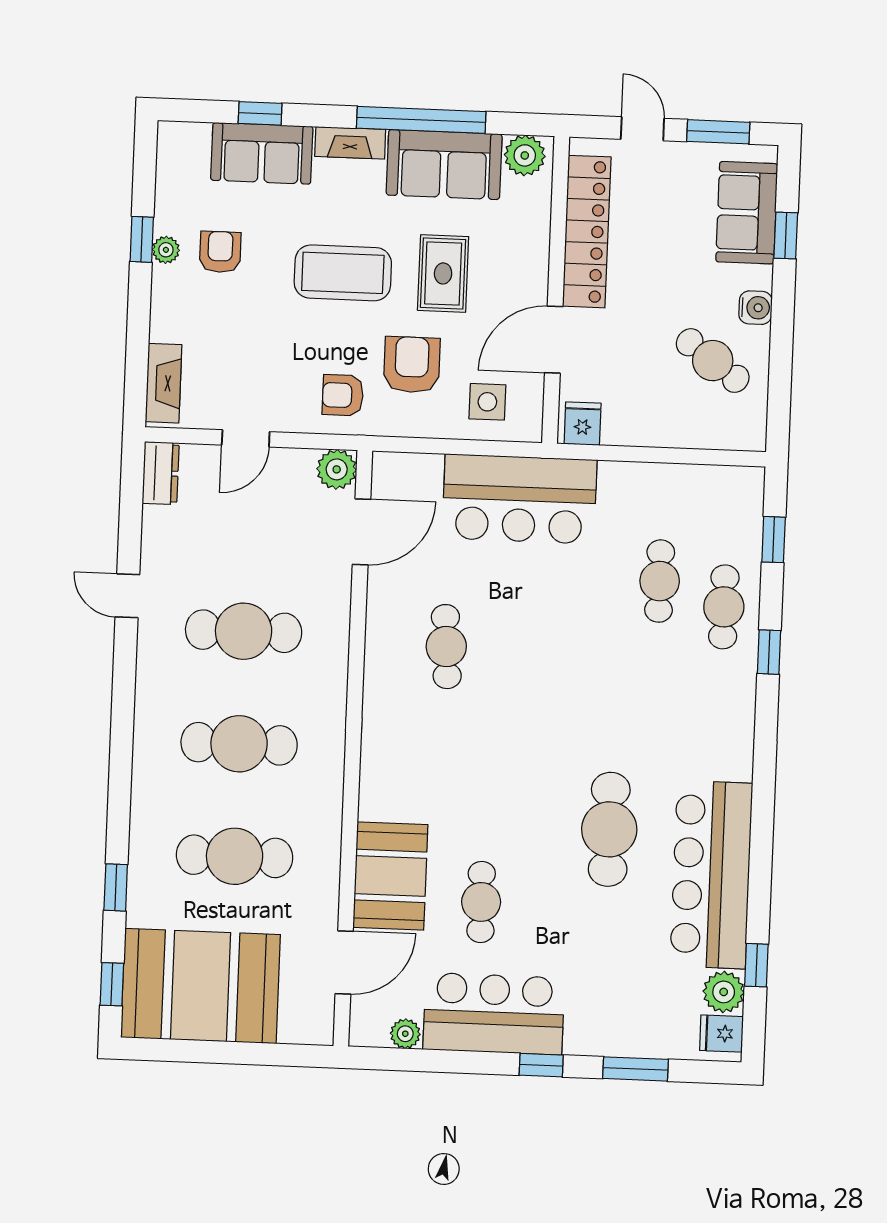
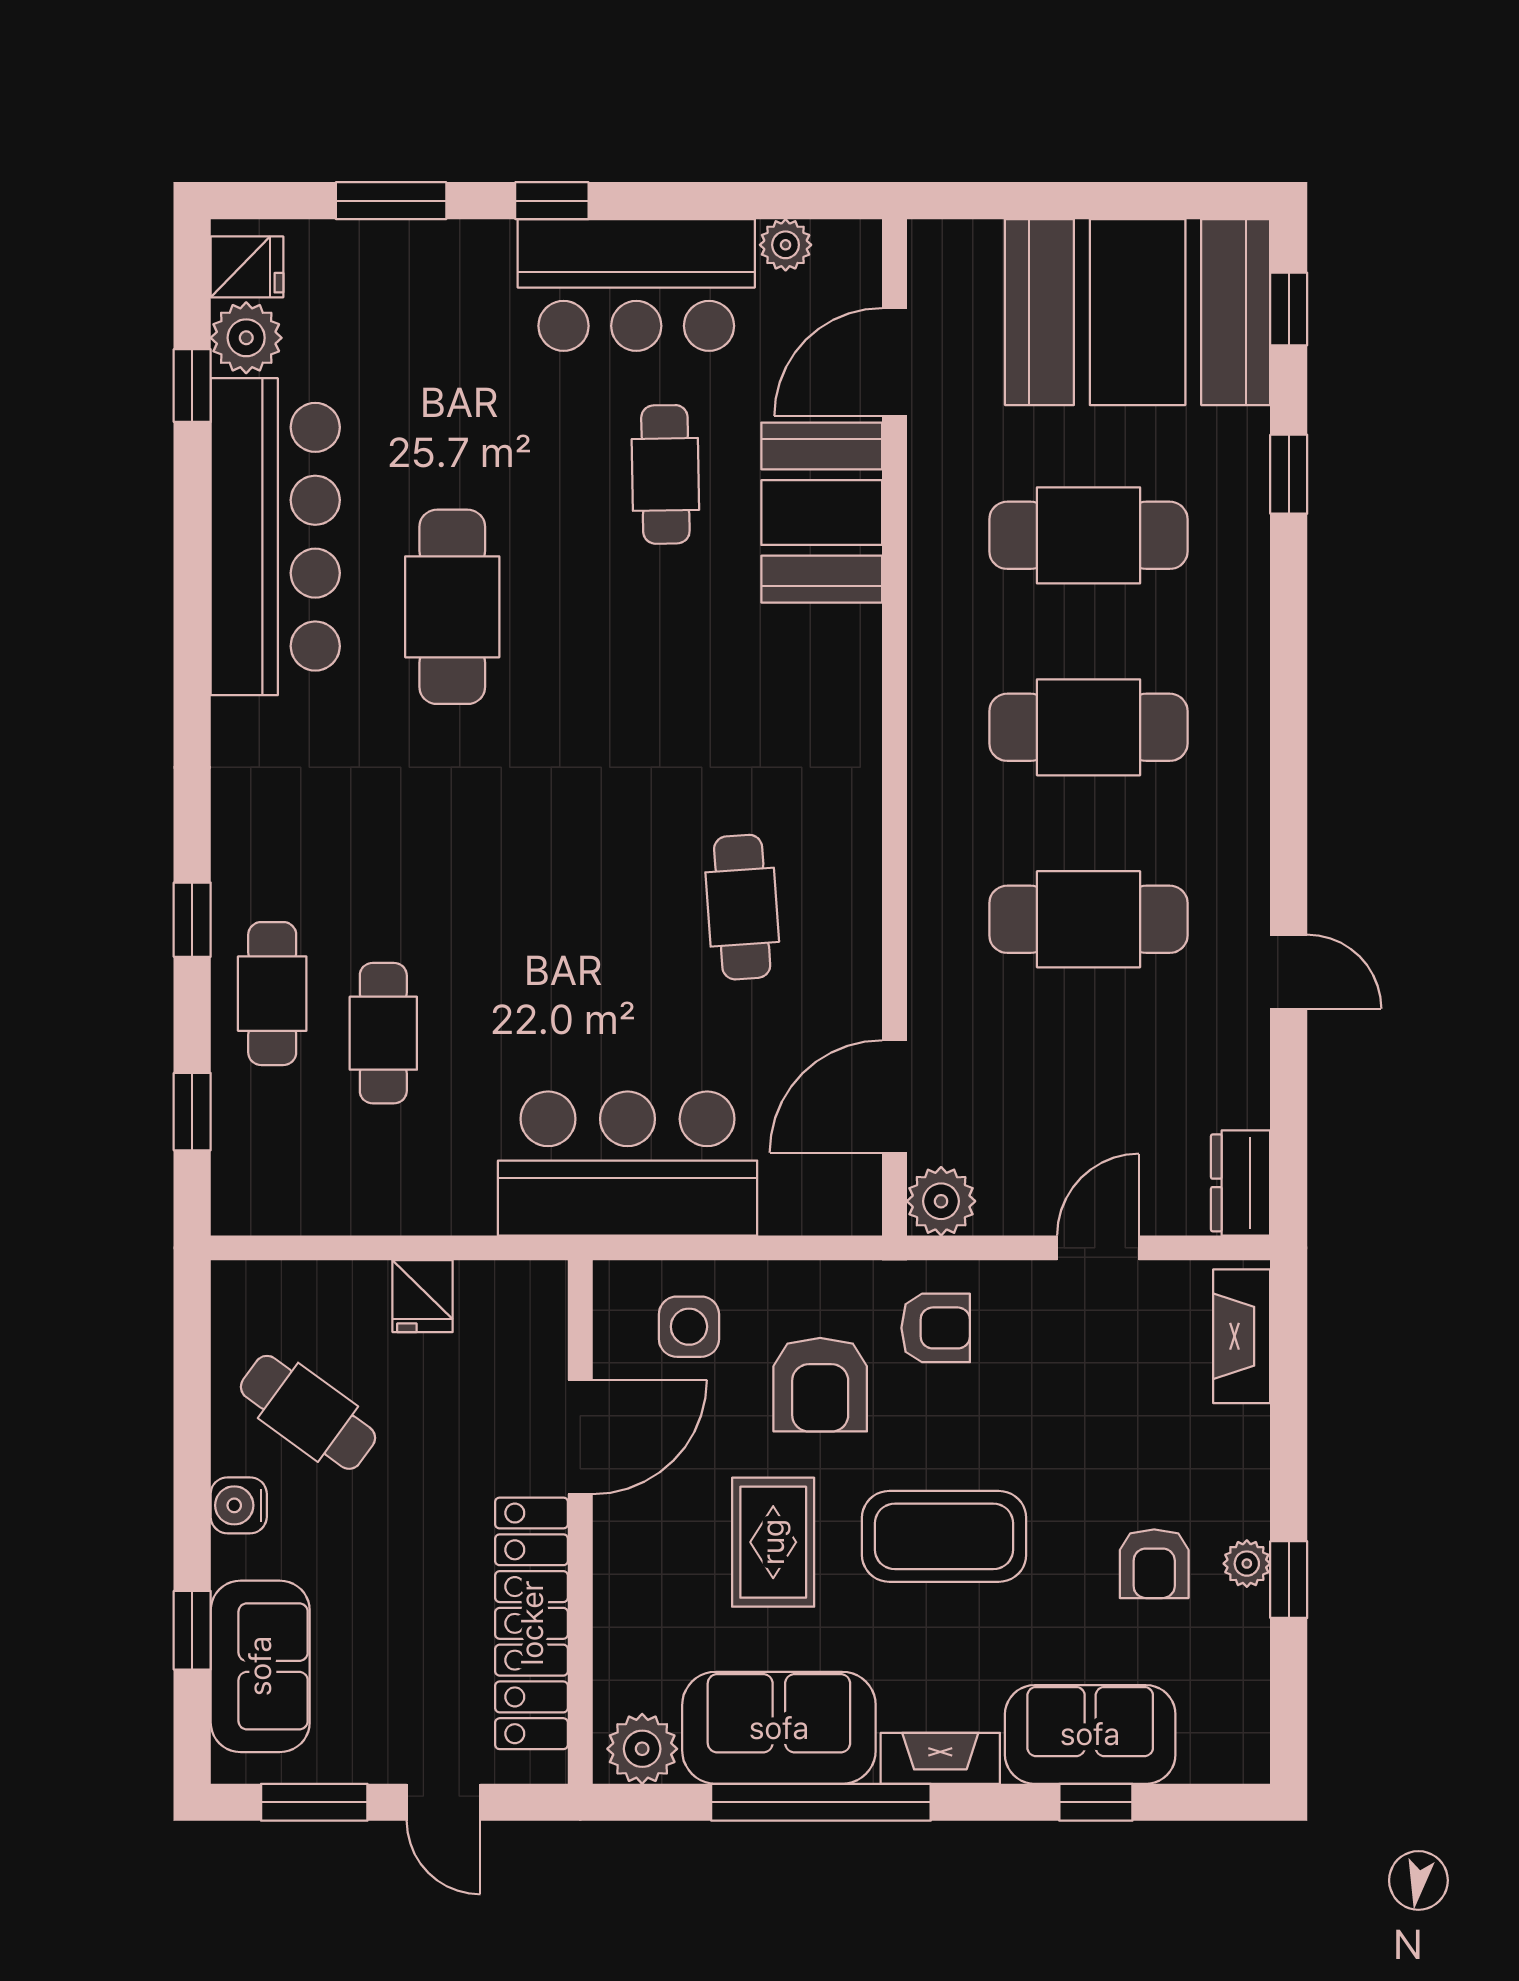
fridge: (583, 424) -> (423, 1296), moved

